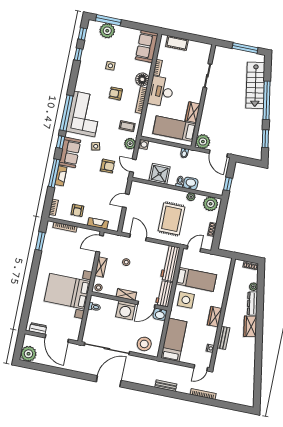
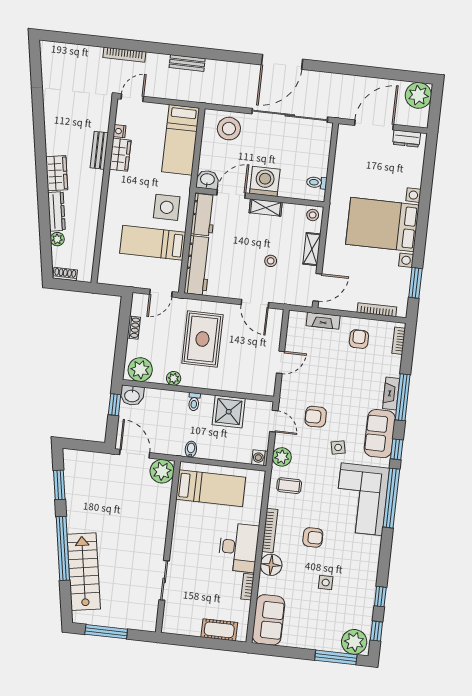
plant: (107, 31) -> (354, 642), moved
wardrobe: (193, 112) -> (183, 518), removed
washbasin: (191, 183) -> (132, 395), moved
bed with nightstands: (67, 291) -> (382, 225), moved, turned 180
wardrobe: (215, 317) -> (120, 155), moved
door: (57, 338) -> (374, 125), hinge flipped

